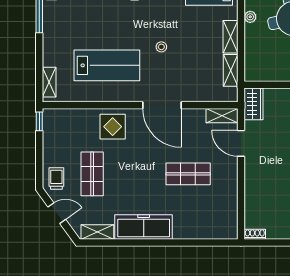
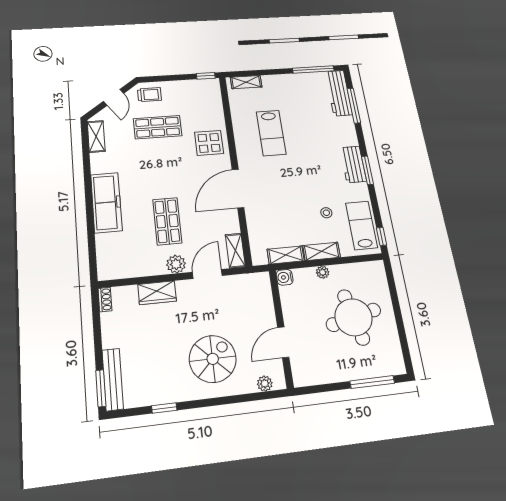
plant: (250, 17) -> (323, 272), moved
stool: (161, 47) -> (326, 213), moved
lab bench: (107, 65) -> (271, 133), width x0.73, depth x0.72
water cooler: (251, 75) -> (285, 277), added
wardrobe: (253, 104) -> (157, 293), moved
plant: (229, 170) -> (176, 264), added
freezer: (144, 227) -> (106, 202), moved

